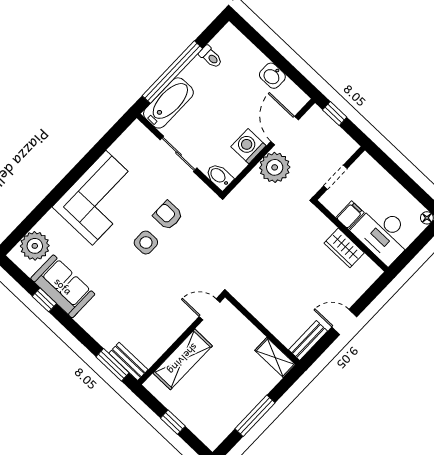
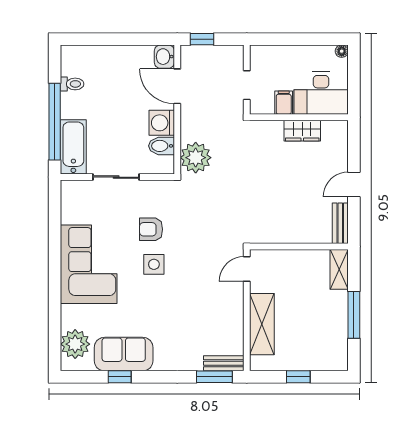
washbasin: (272, 76) -> (164, 57), moved, turned 90
plant: (275, 167) -> (196, 158), moved
bidet: (219, 176) -> (161, 146), moved
shelving: (275, 357) -> (339, 269), moved, turned 90

